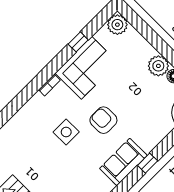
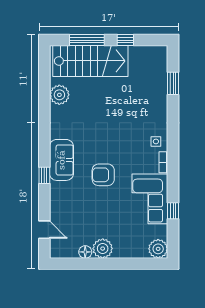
armchair: (103, 120) -> (103, 175), turned 180
side table: (66, 132) -> (156, 141), moved, width x0.54, depth x0.54

